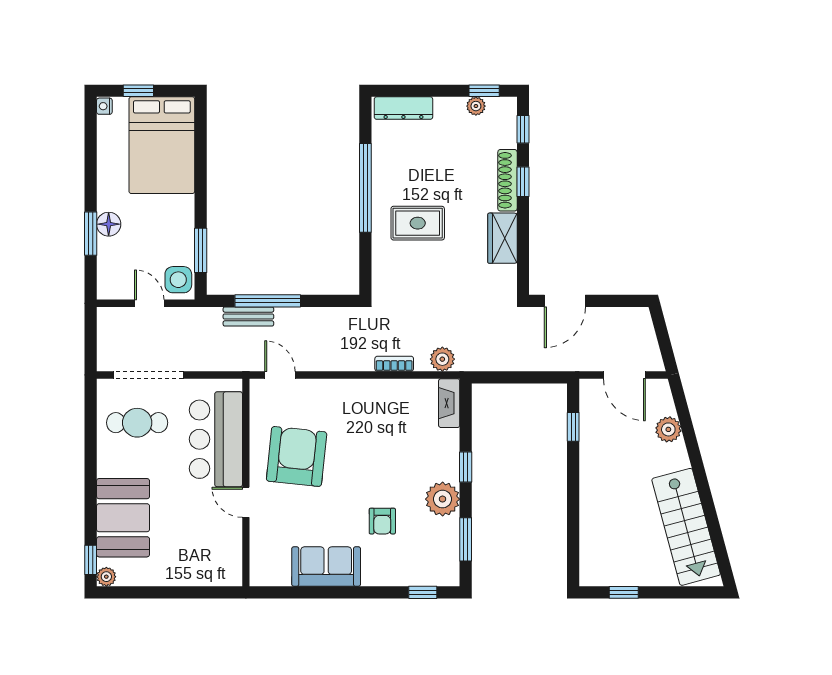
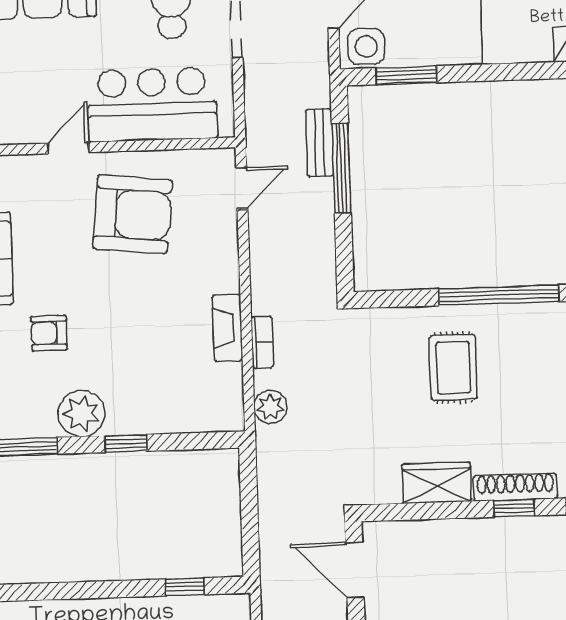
fireplace: (449, 403) -> (227, 328), moved, turned -90

